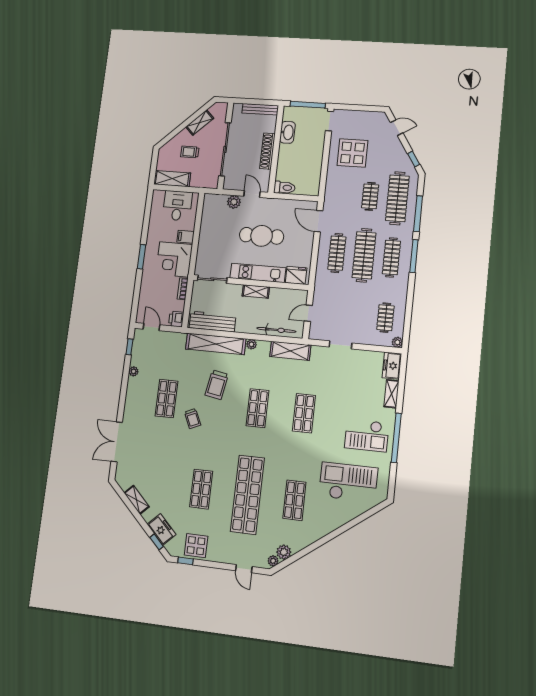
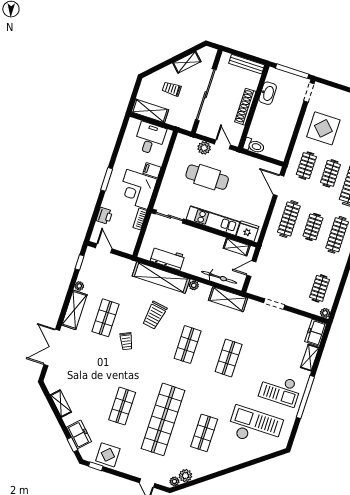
clothes rail: (343, 194) -> (306, 166), added
cafe table: (262, 236) -> (207, 177), moved
clothes rail: (364, 255) -> (313, 227), width x0.54, depth x0.76
shelving: (256, 291) -> (237, 247), moved
printer: (176, 319) -> (104, 216), moved, turned 180
workbench: (213, 322) -> (168, 258), width x0.73
shelving: (133, 397) -> (74, 310), added

